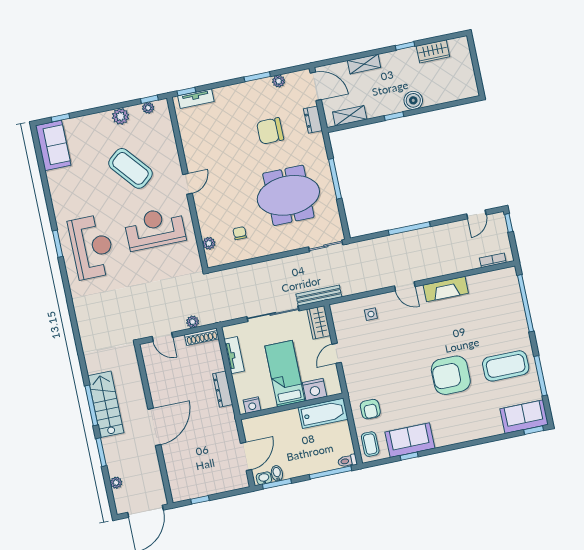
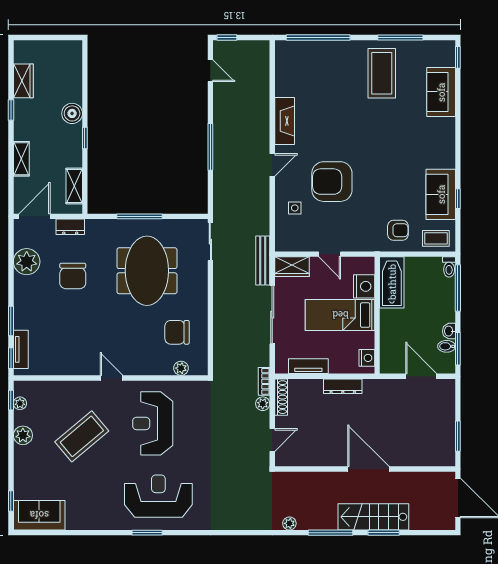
window: (257, 77) -> (11, 321), moved
plant: (279, 81) -> (27, 262), width x1.87, depth x1.87
chair: (240, 233) -> (177, 332), width x1.87, depth x1.87
bookcase: (493, 260) -> (264, 381), moved
armchair: (451, 375) -> (332, 182), moved, turned 90
stairs: (106, 404) -> (373, 517), moved
sofa: (524, 417) -> (441, 92), moved
washbasin: (264, 478) -> (449, 331), moved
plant: (116, 483) -> (289, 523), moved
window: (200, 500) -> (458, 436), width x1.50

